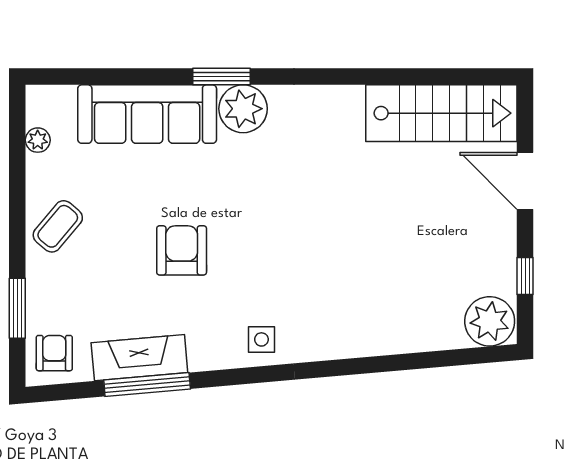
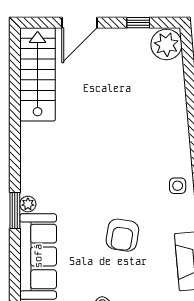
plant: (243, 109) -> (28, 204), width x0.53, depth x0.53
armchair: (182, 250) -> (122, 235), turned -81

